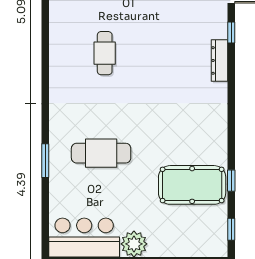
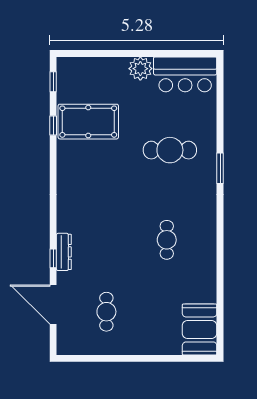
dresser: (219, 60) -> (64, 252), moved
window: (45, 161) -> (220, 168), moved

